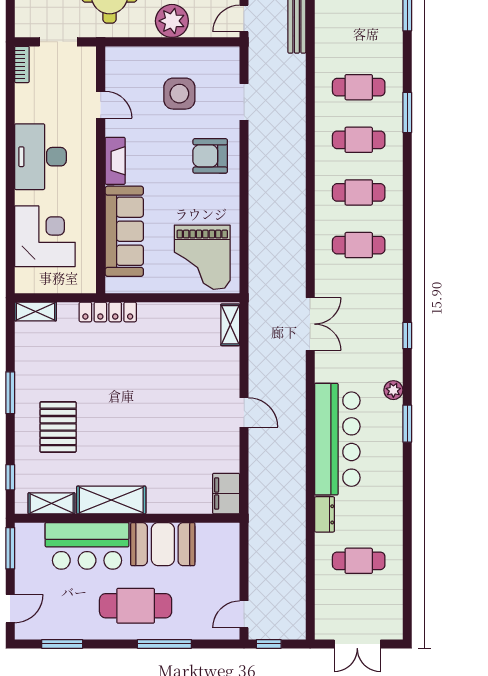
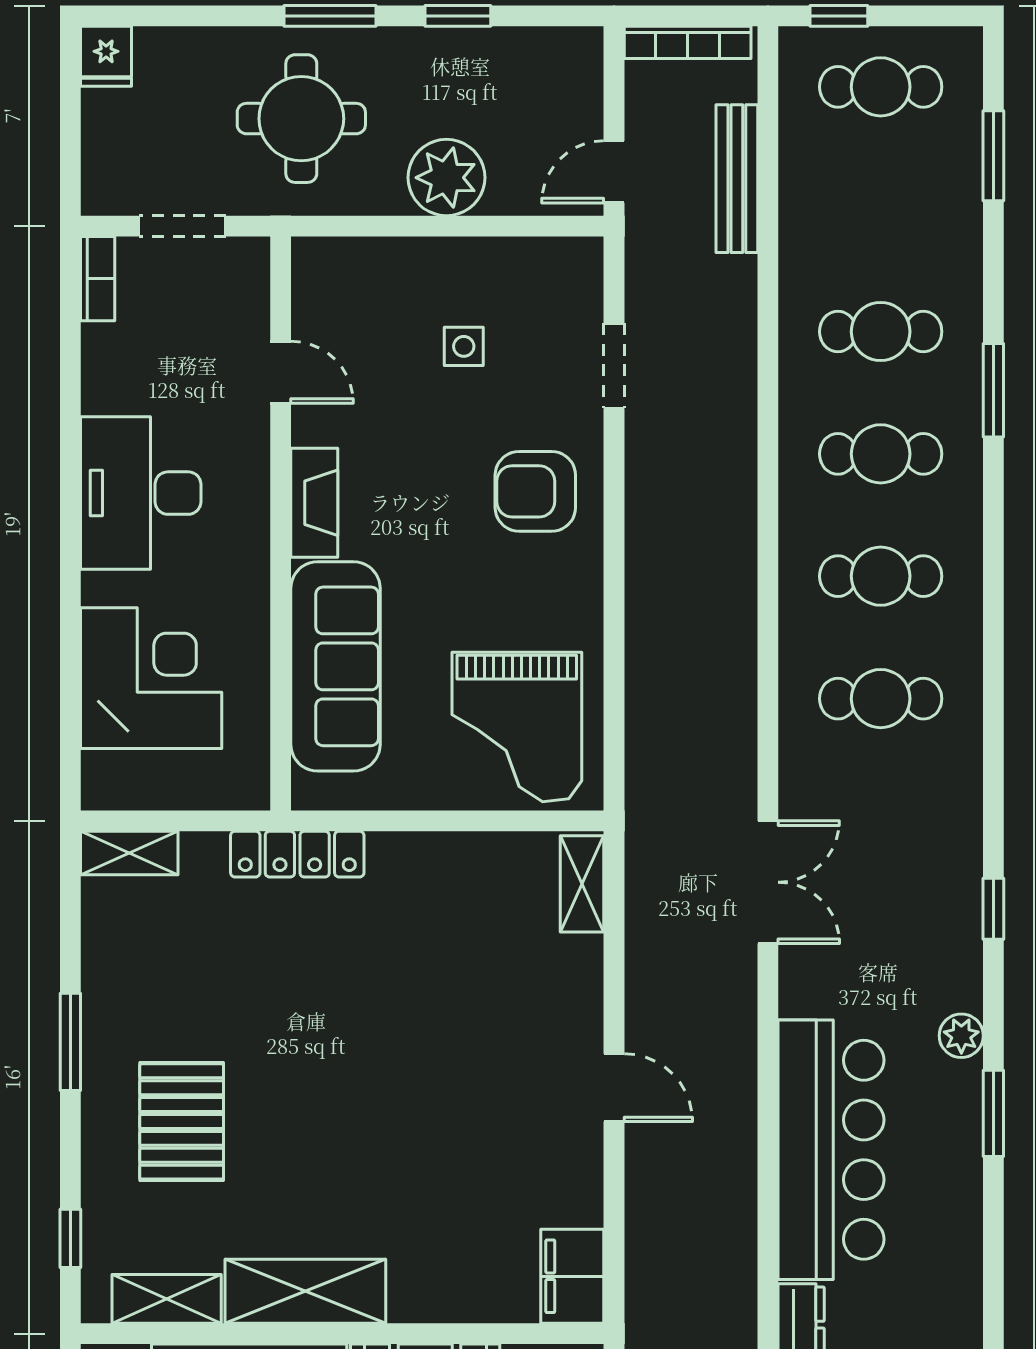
side table: (179, 94) -> (464, 346), width x0.54, depth x0.54

